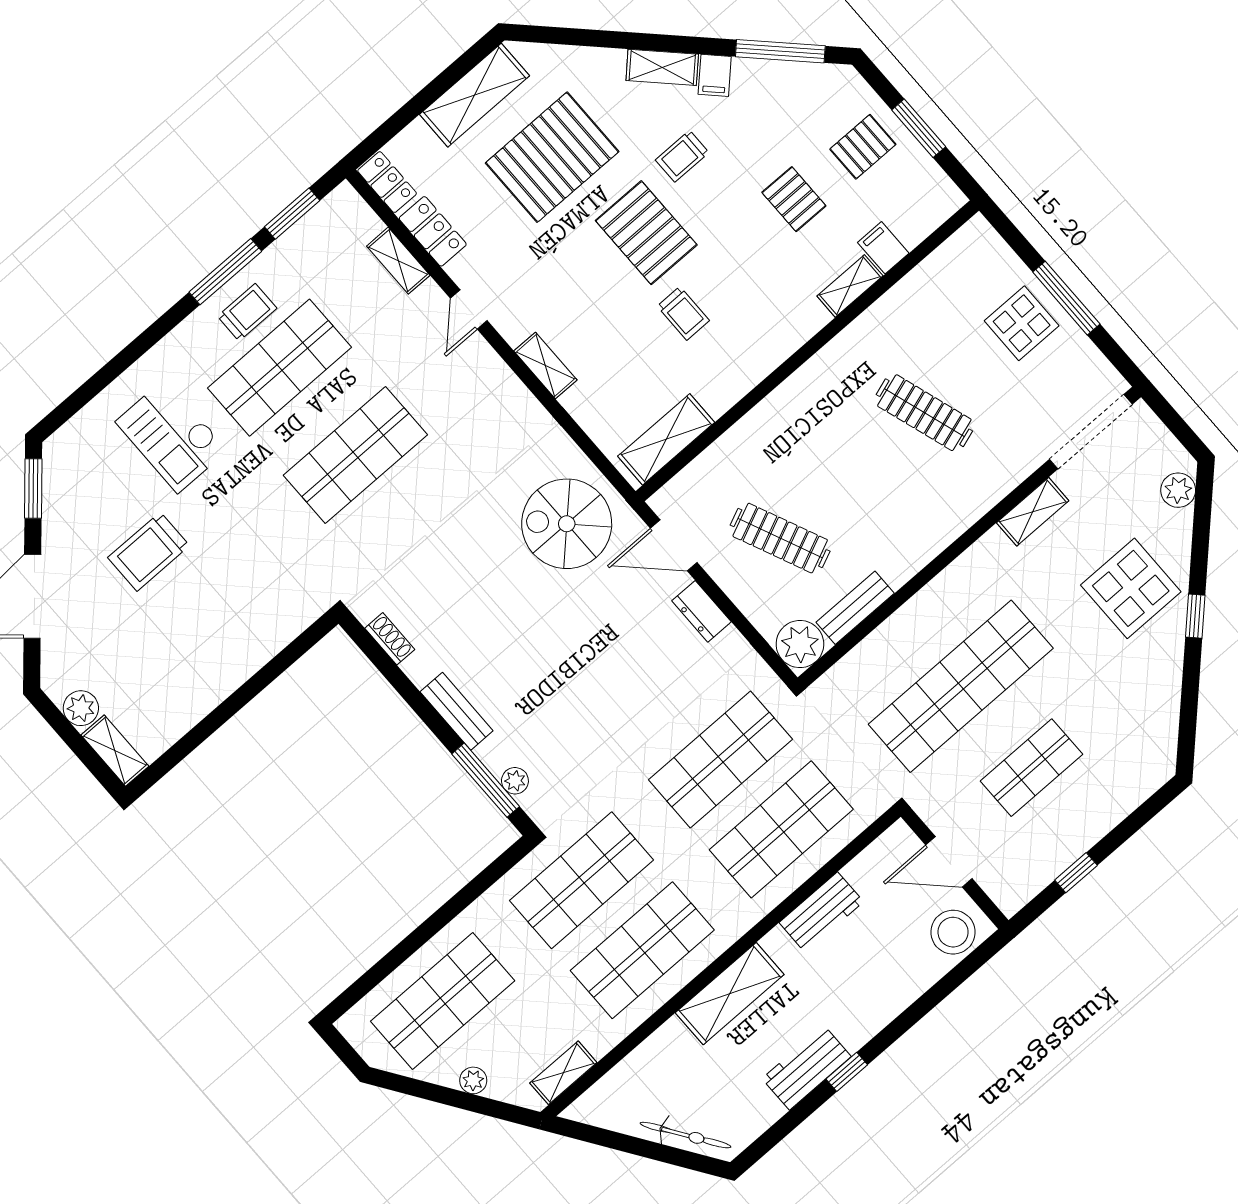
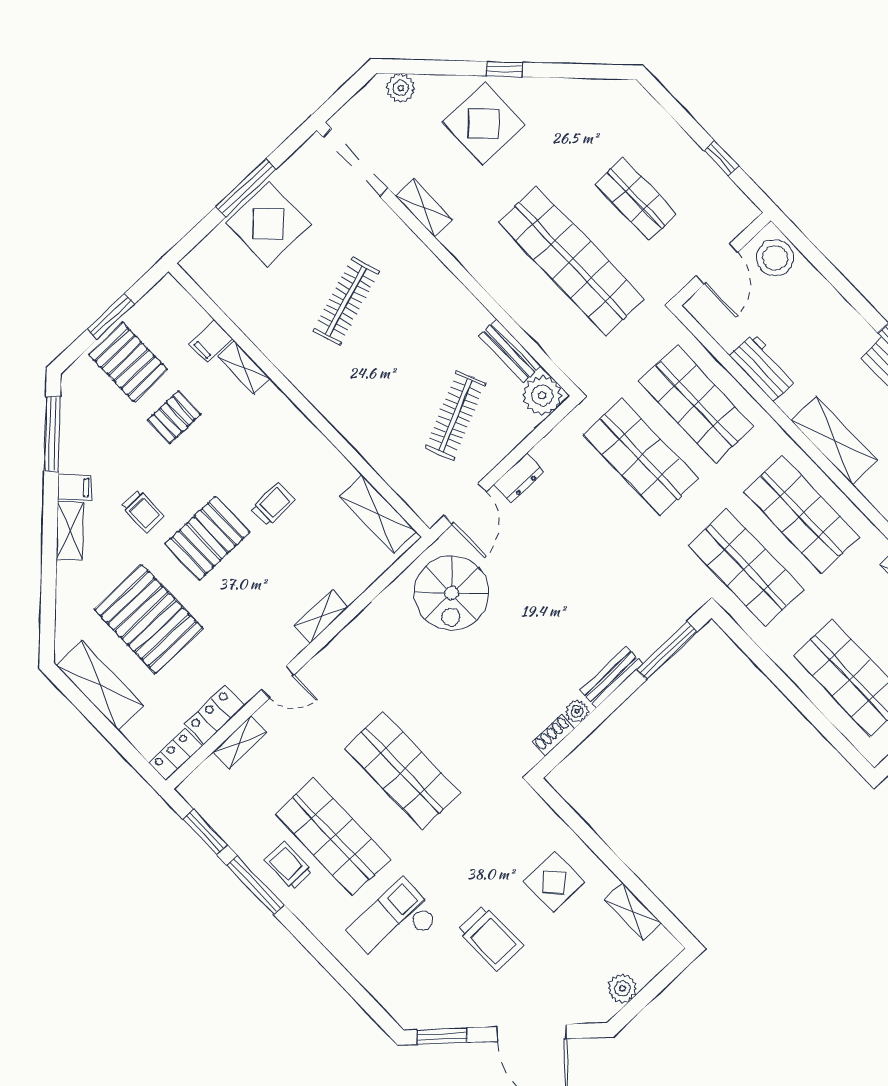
pallet: (863, 147) -> (128, 362), width x1.50, depth x1.42
display table: (1022, 323) -> (268, 224), width x1.36, depth x1.36
checkout: (172, 436) -> (394, 923), turned 180
display table: (213, 632) -> (554, 882), added
shelving: (115, 751) -> (633, 912), moved, turned 90
plant: (515, 781) -> (577, 711), moved

